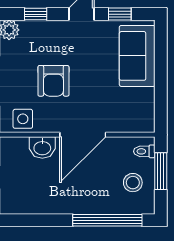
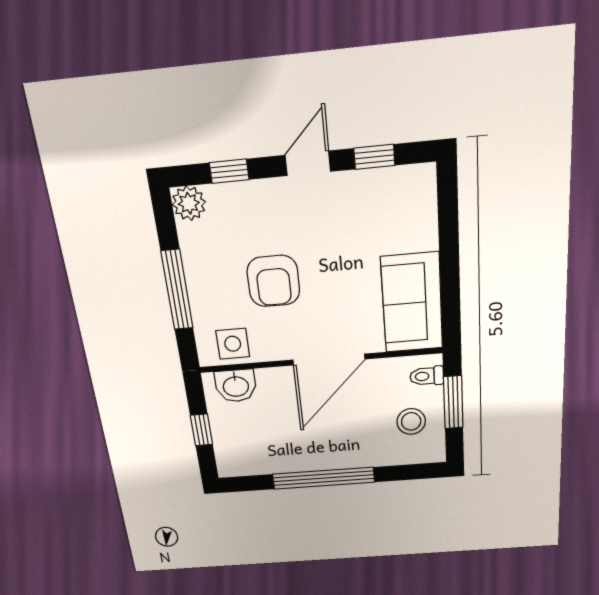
sofa: (137, 56) -> (412, 303), moved
washbasin: (42, 148) -> (236, 386), moved
window: (107, 220) -> (323, 478), moved

